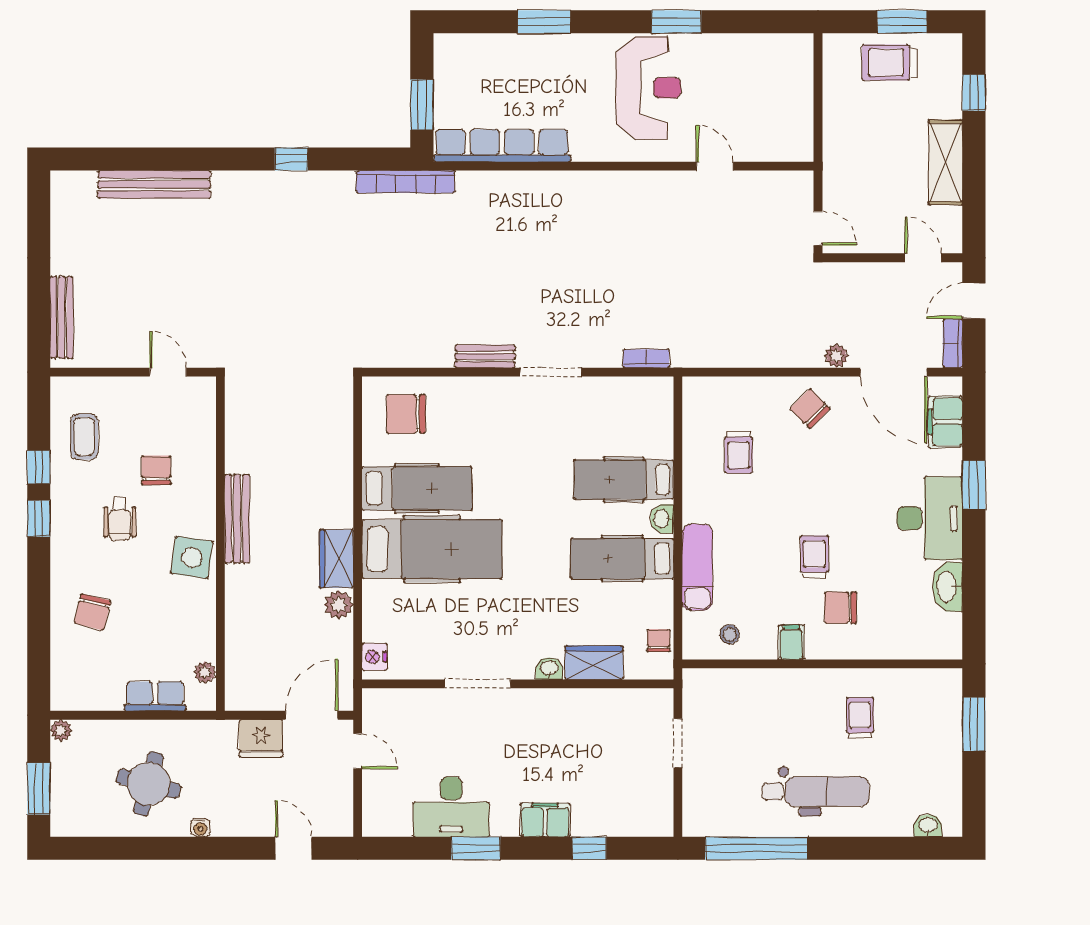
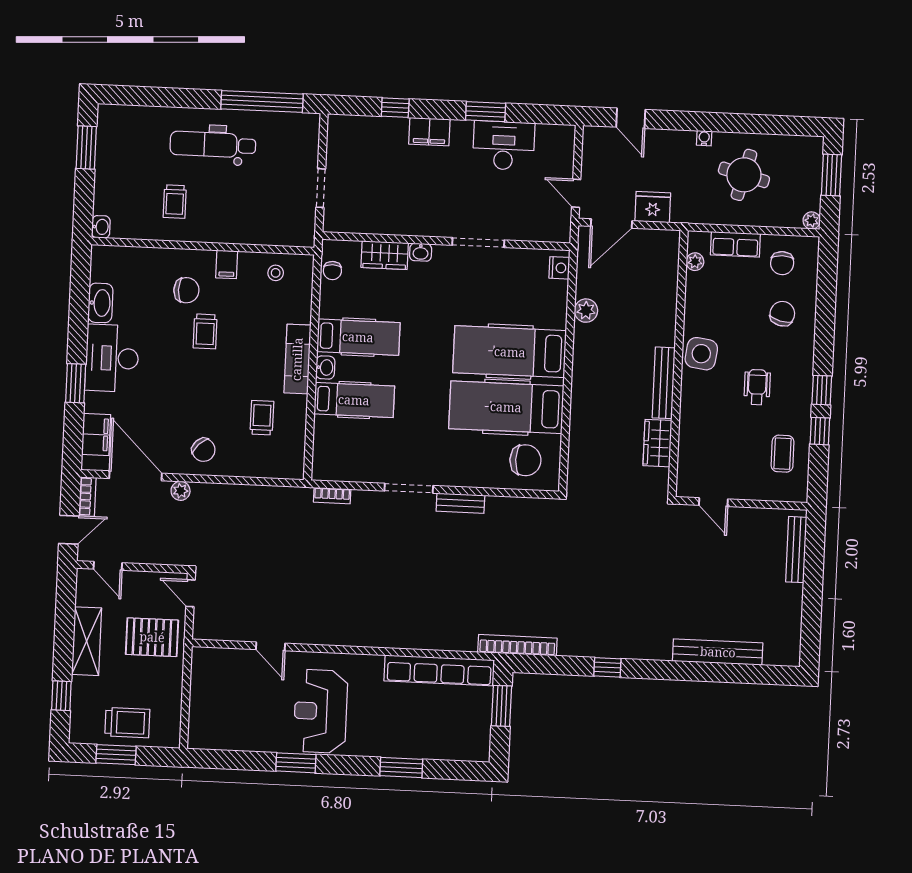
pallet: (864, 171) -> (152, 637), added
chair: (156, 470) -> (782, 263), moved
hospital bed: (417, 488) -> (506, 407), width x1.37, depth x1.29
wardrobe: (336, 559) -> (657, 443), moved, turned 180
exam couch: (697, 567) -> (297, 359), moved
window: (974, 724) -> (86, 148), moved
washbasin: (928, 826) -> (101, 227), moved, turned -90

